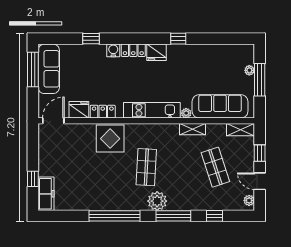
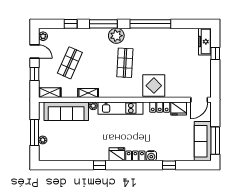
shop shelf: (215, 167) -> (70, 63), turned 42

